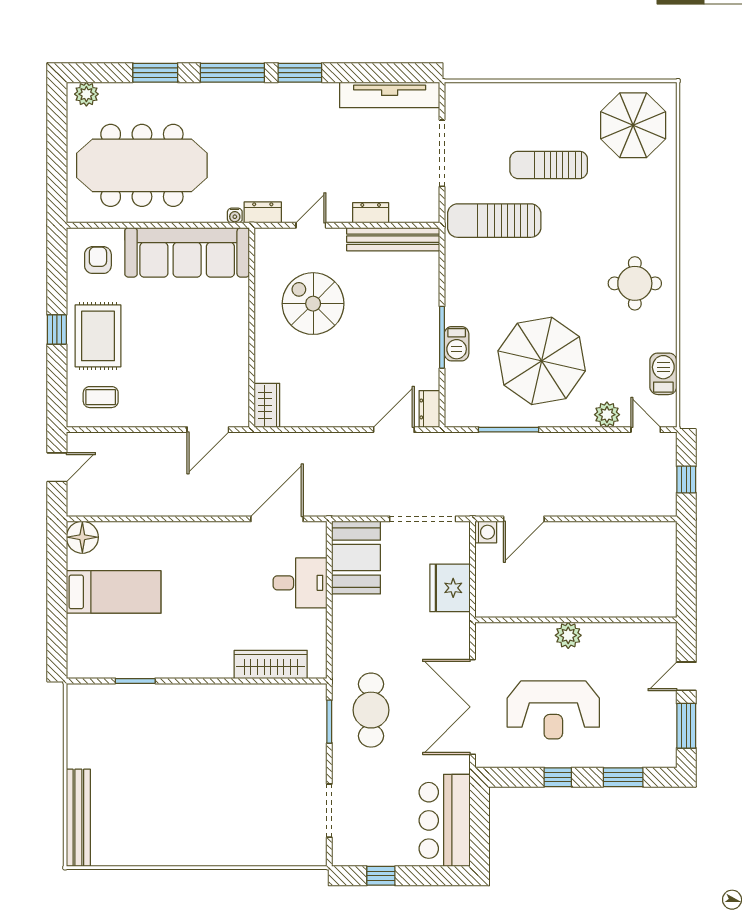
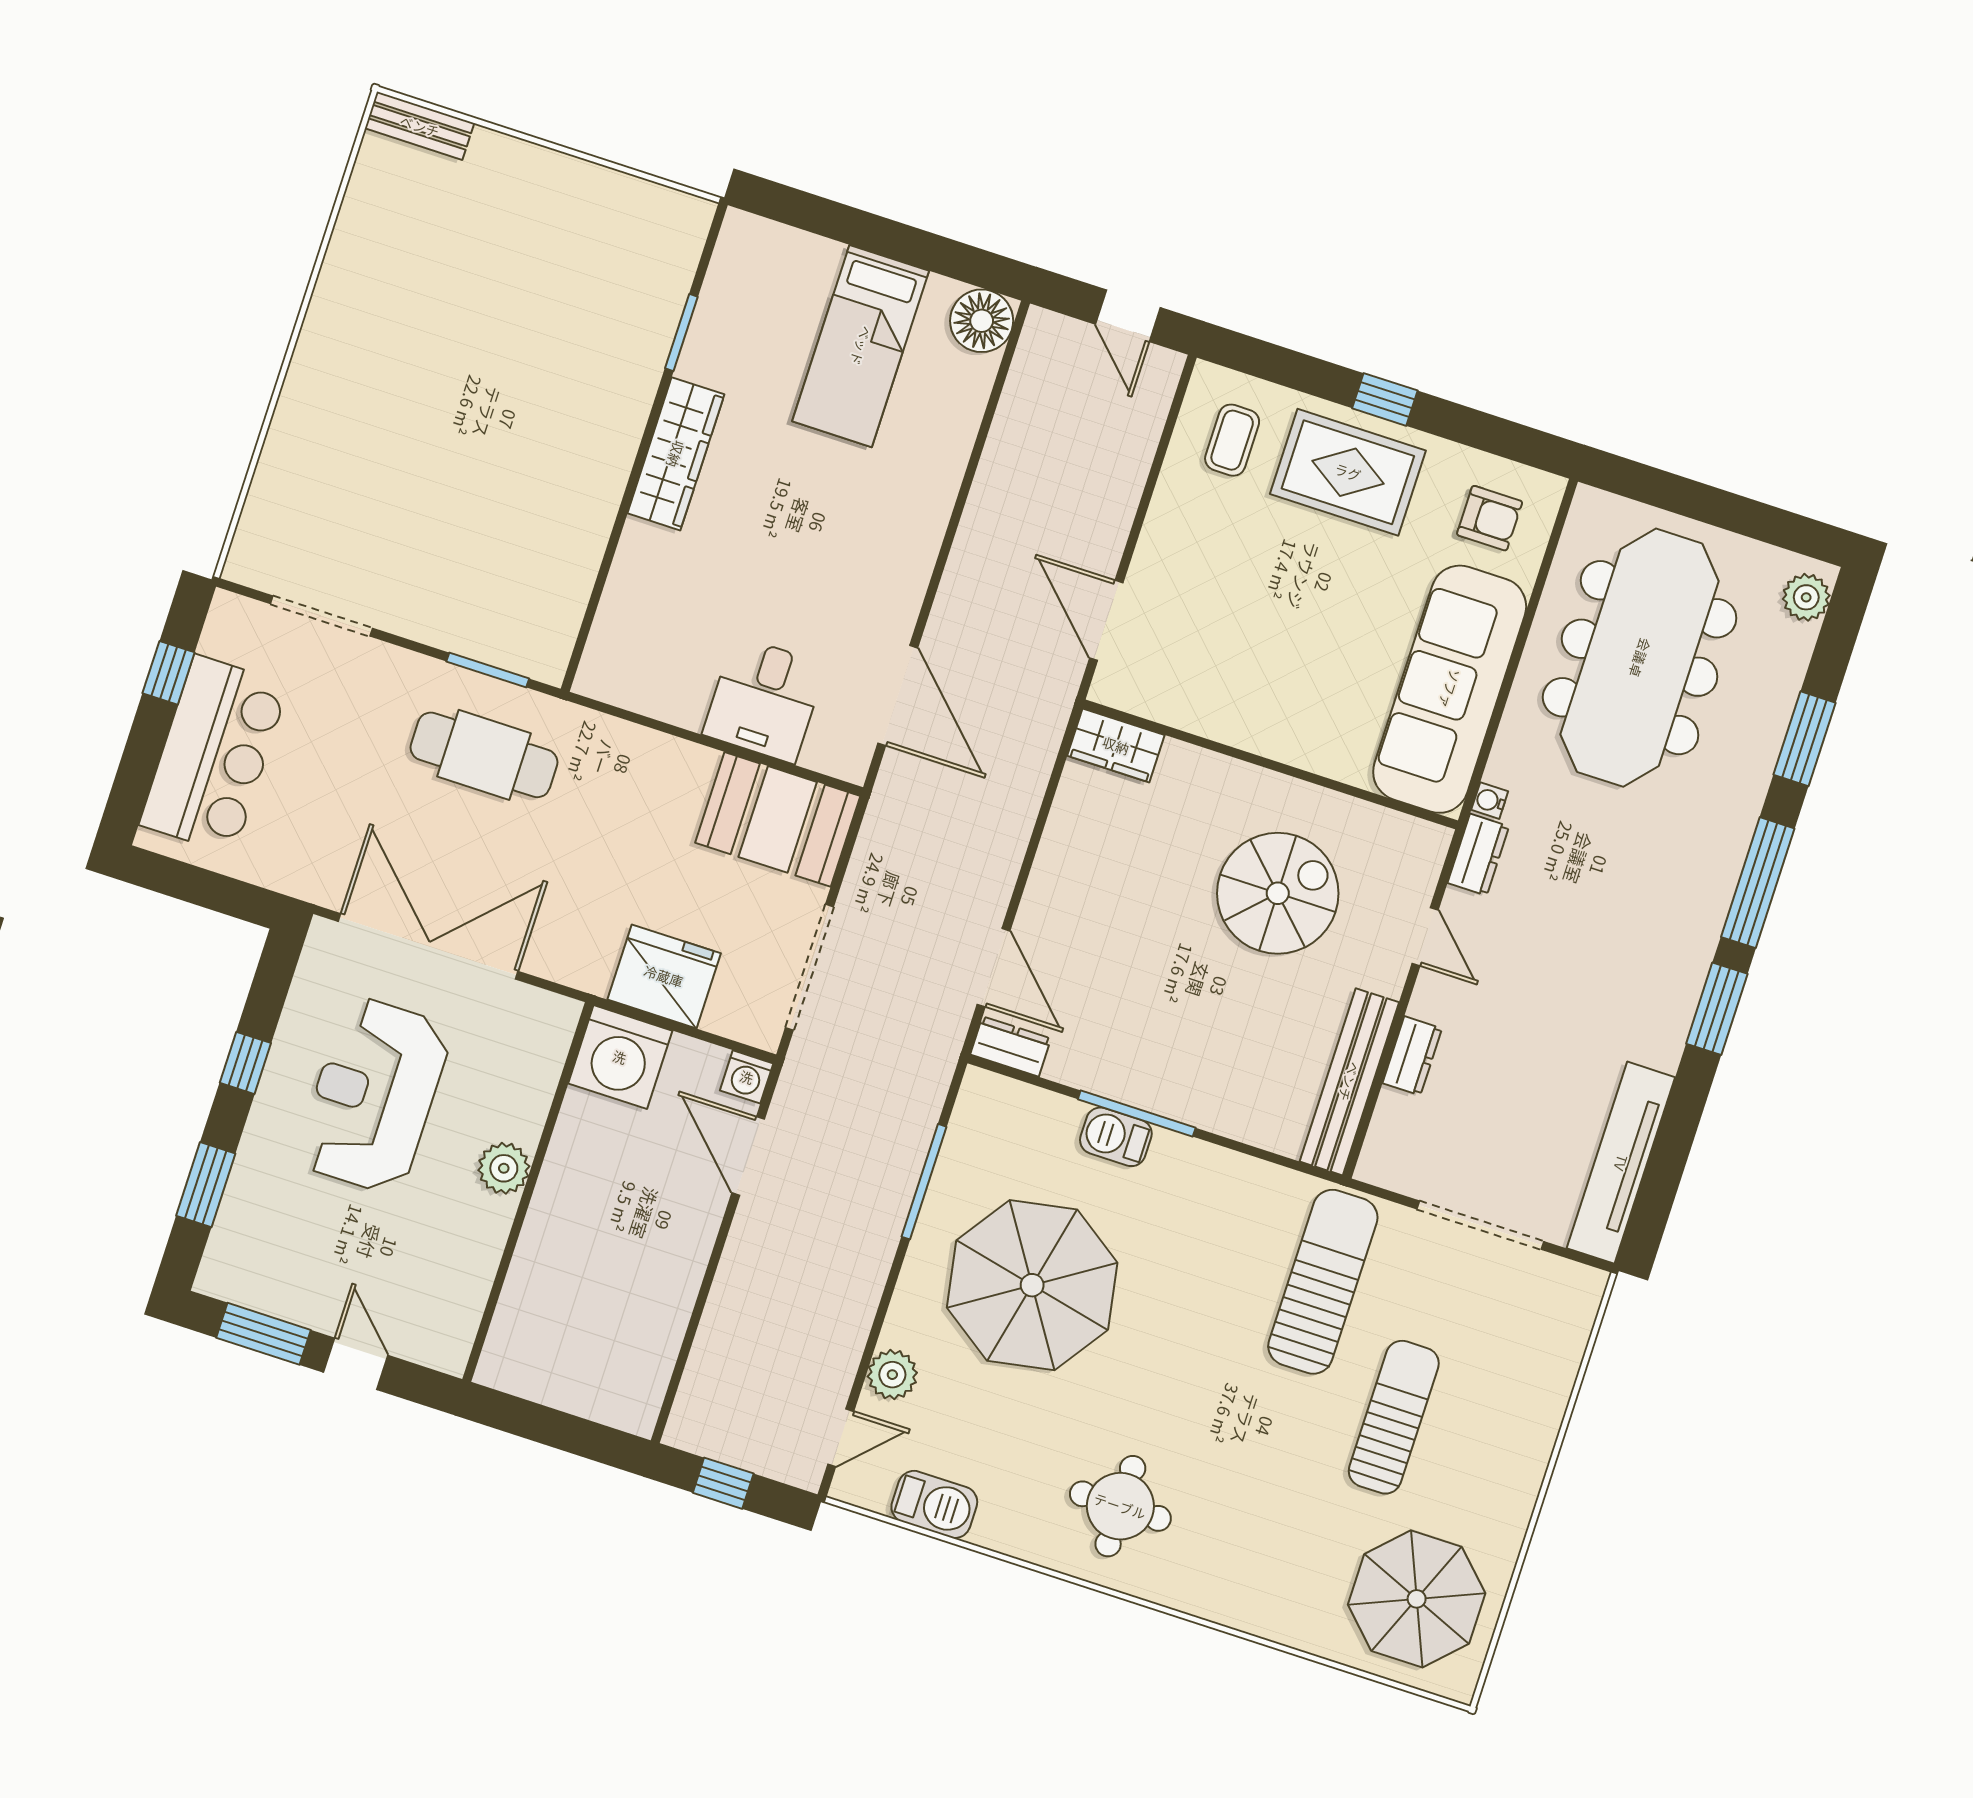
washing machine: (496, 596) -> (620, 1057), added
wardrobe: (271, 664) -> (676, 454), moved
bench: (78, 818) -> (420, 126), width x0.54, depth x0.82
bar counter: (445, 820) -> (214, 755), moved, turned 90

